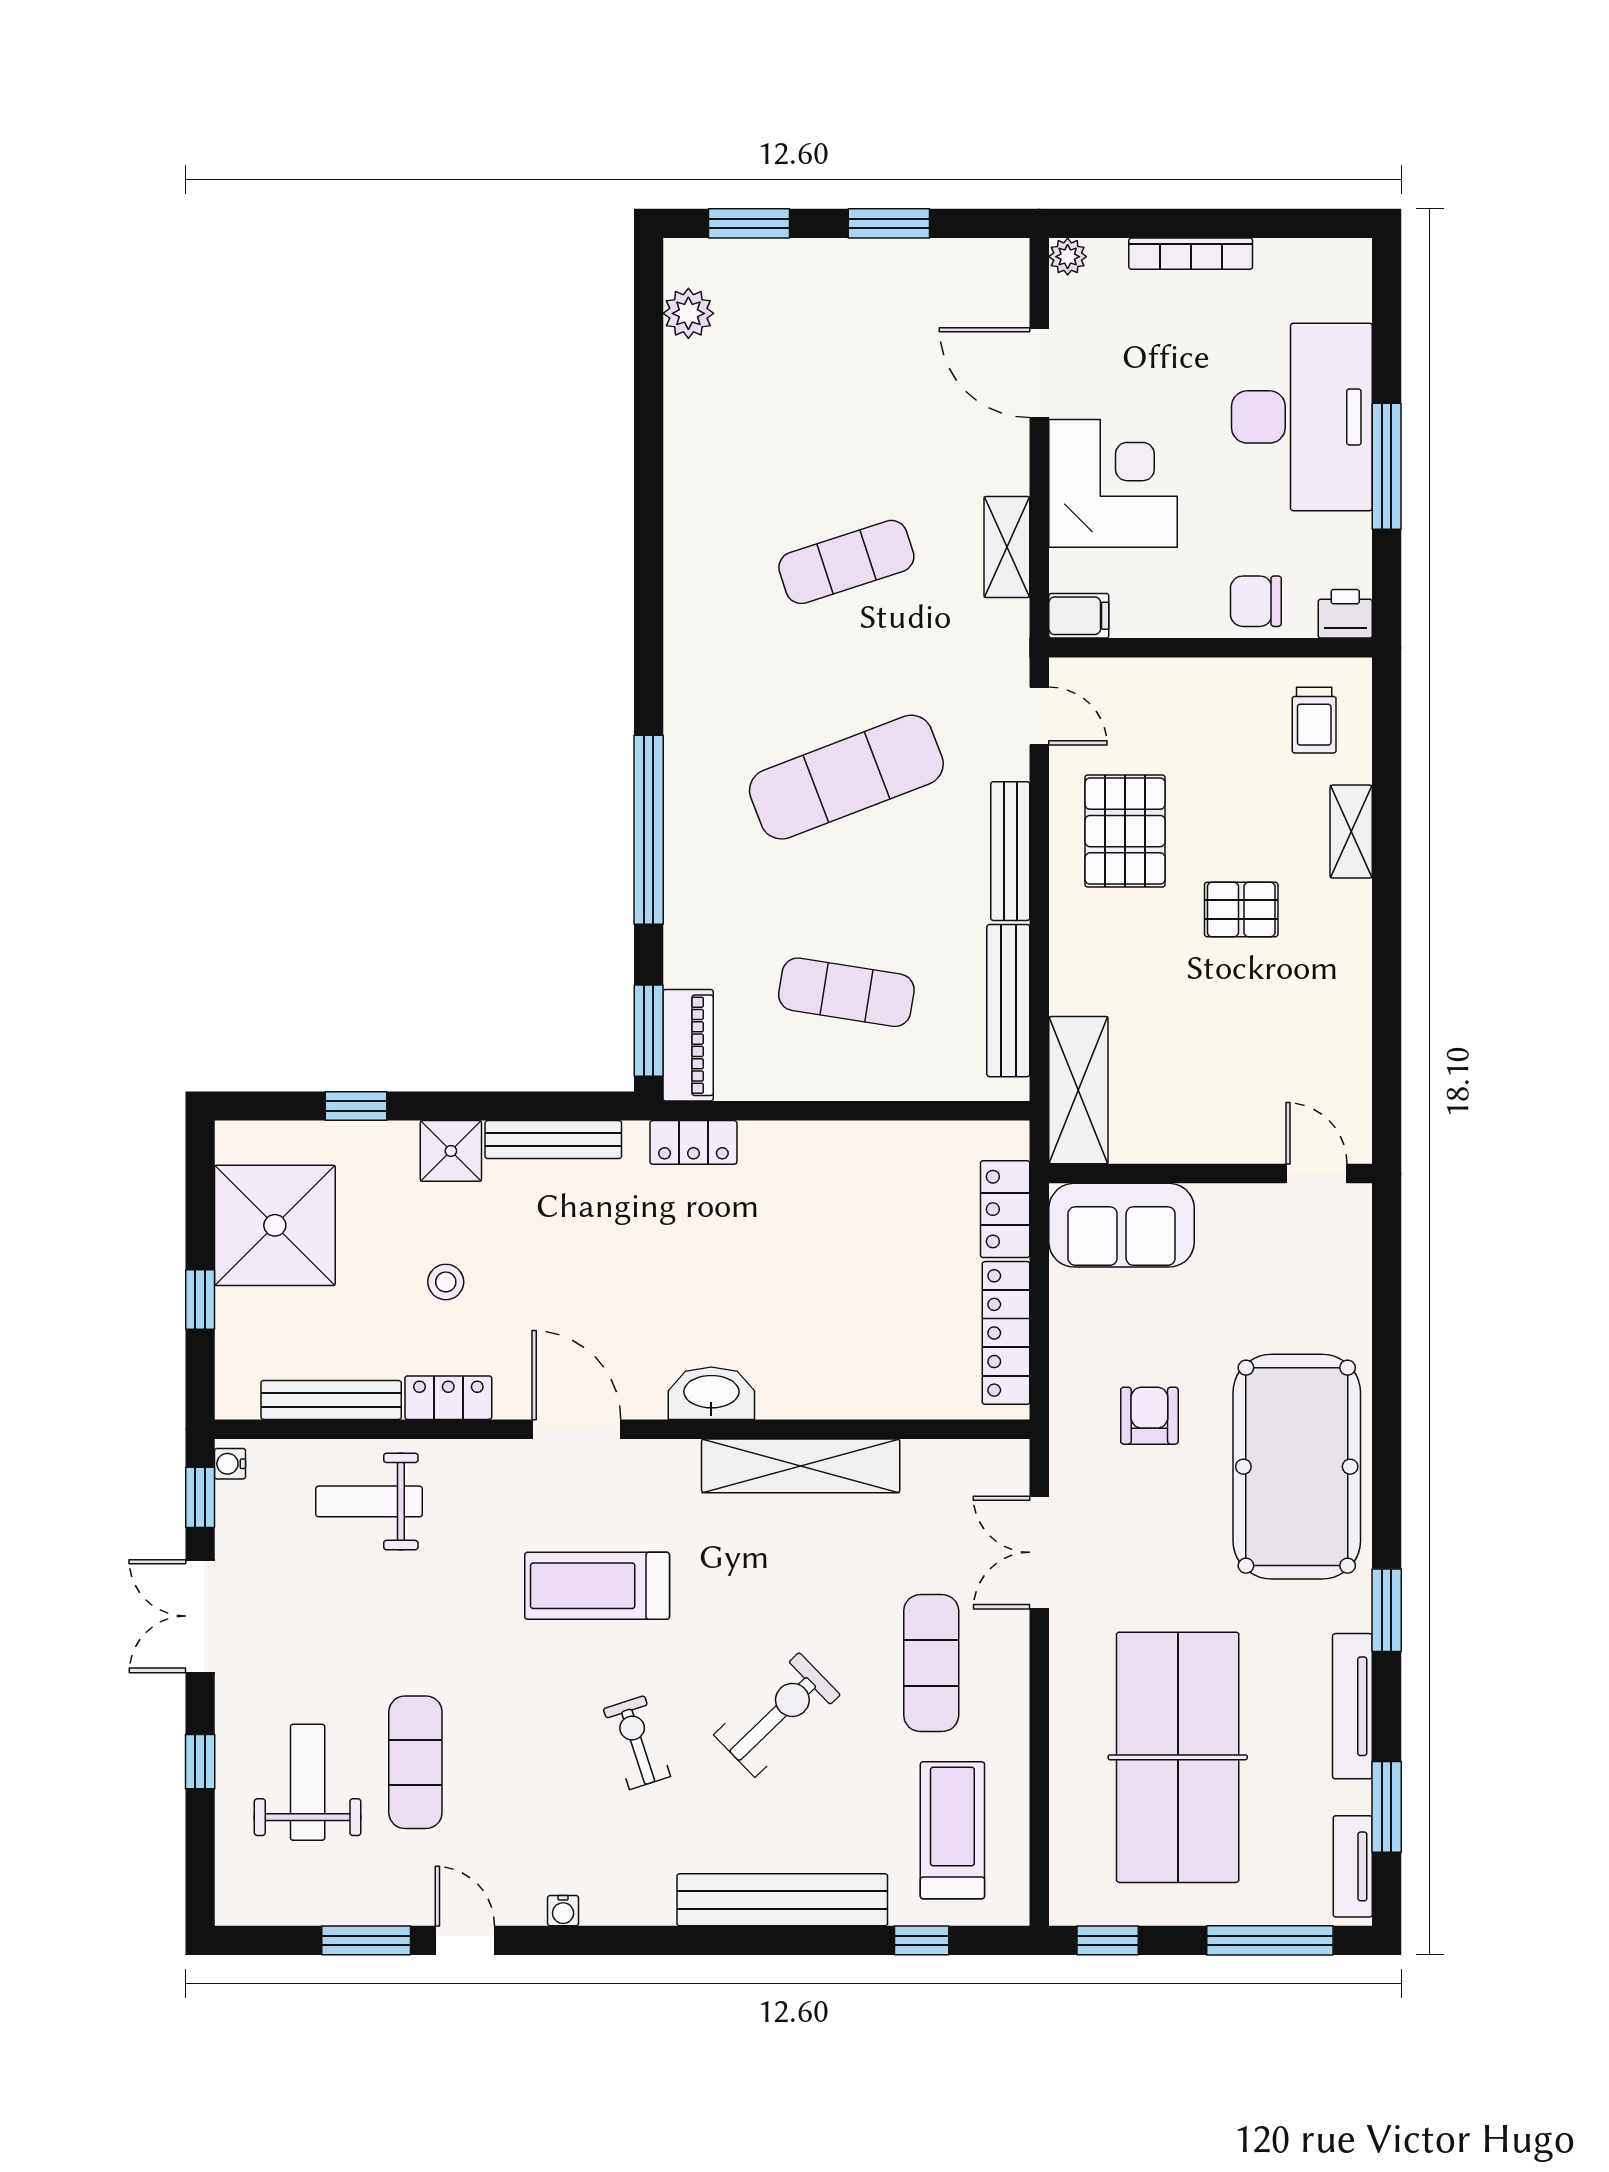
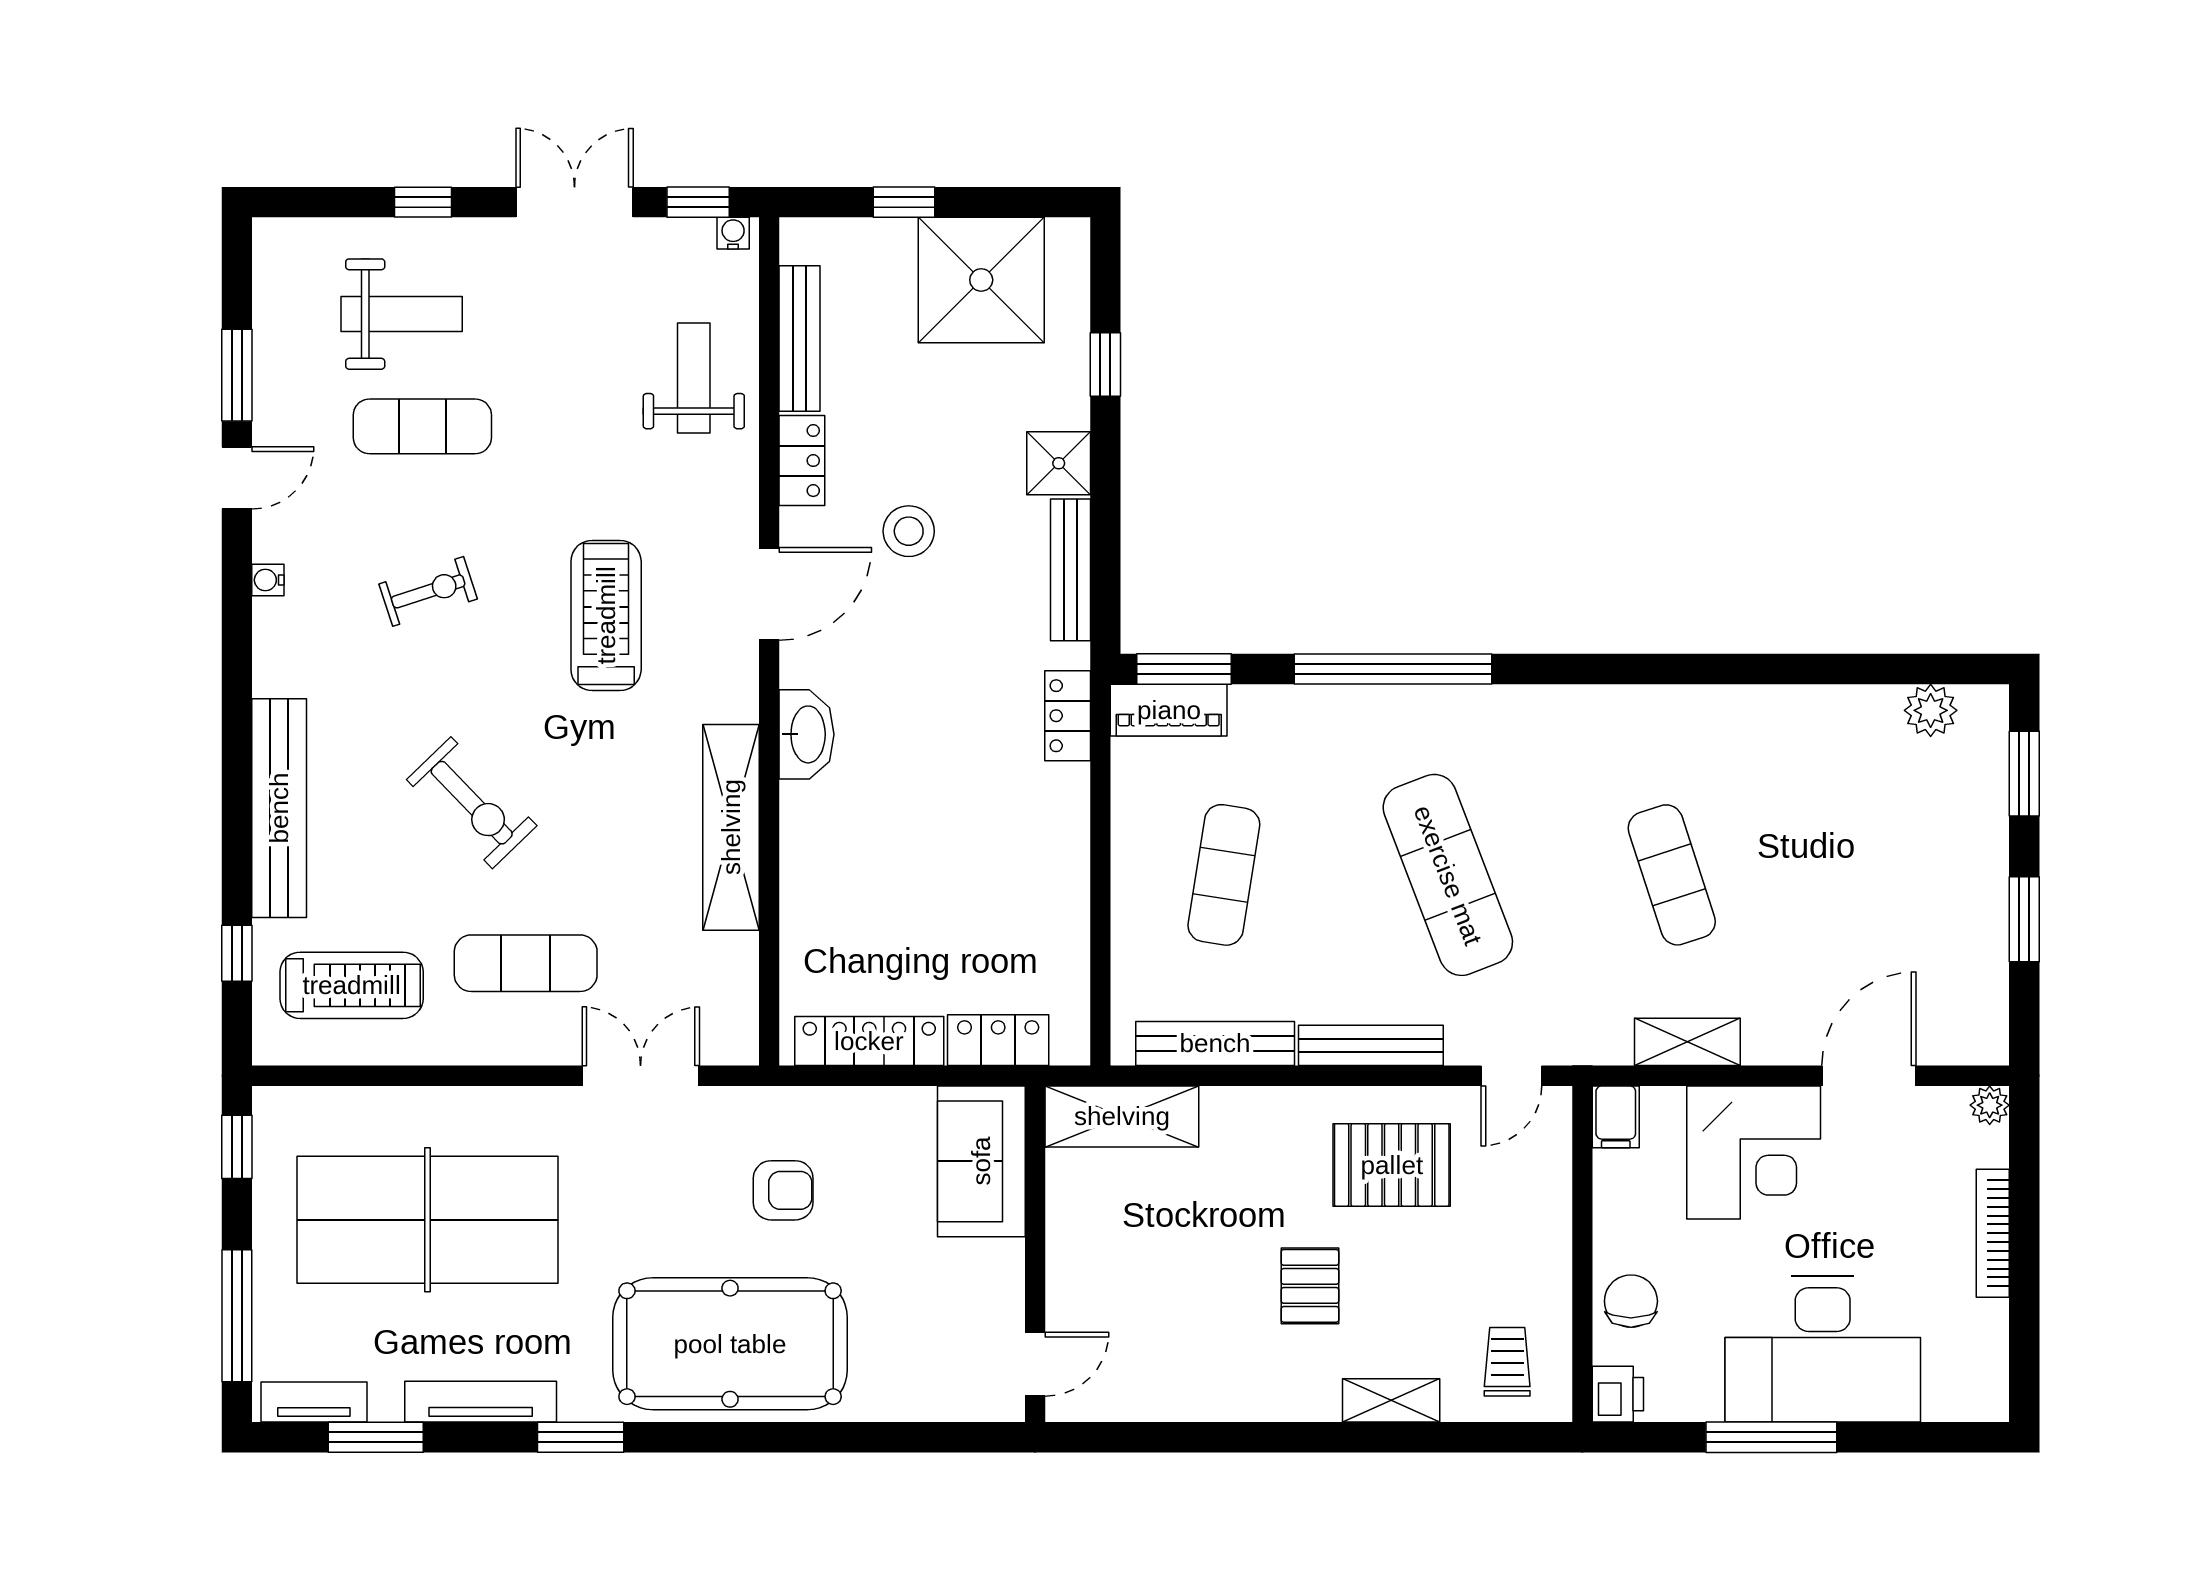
trolley: (1314, 720) -> (1507, 1362), turned 90
stool: (446, 1282) -> (909, 531), moved, width x1.37, depth x1.37
exercise bike: (637, 1743) -> (428, 591), moved

